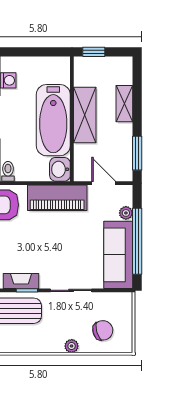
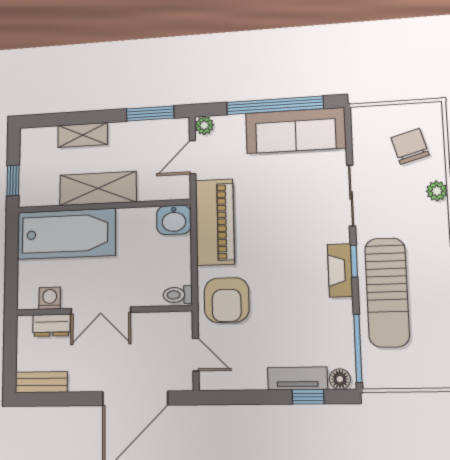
bathtub: (53, 120) -> (66, 234), moved
plant: (126, 213) -> (204, 125), moved

